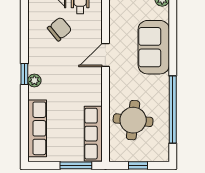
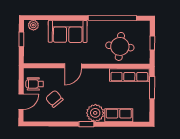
door: (105, 55) -> (73, 66), hinge flipped
plant: (34, 81) -> (95, 113), width x1.87, depth x1.87
row of seats: (37, 128) -> (119, 115), width x0.68

